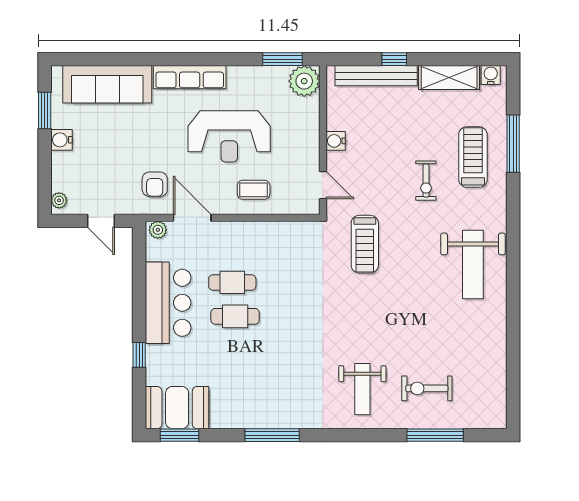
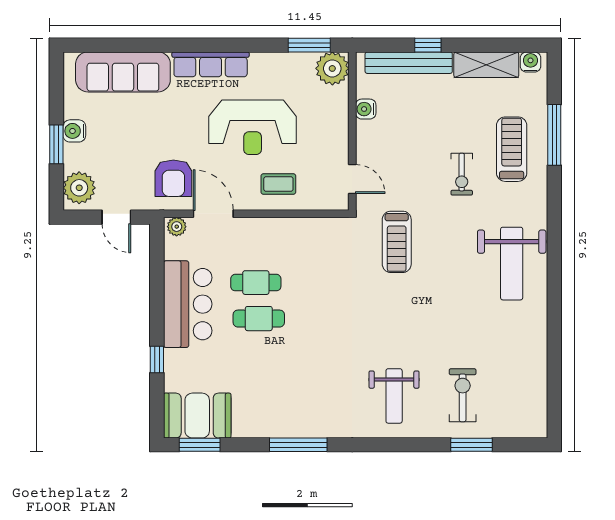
window: (45, 110) -> (56, 144), moved
water cooler: (336, 141) -> (366, 109), moved
armchair: (155, 184) -> (173, 178), width x1.38, depth x1.38
plant: (59, 200) -> (79, 188), width x1.87, depth x1.87
exercise bike: (427, 388) -> (463, 395), turned 90
window: (435, 435) -> (471, 445), width x0.69

